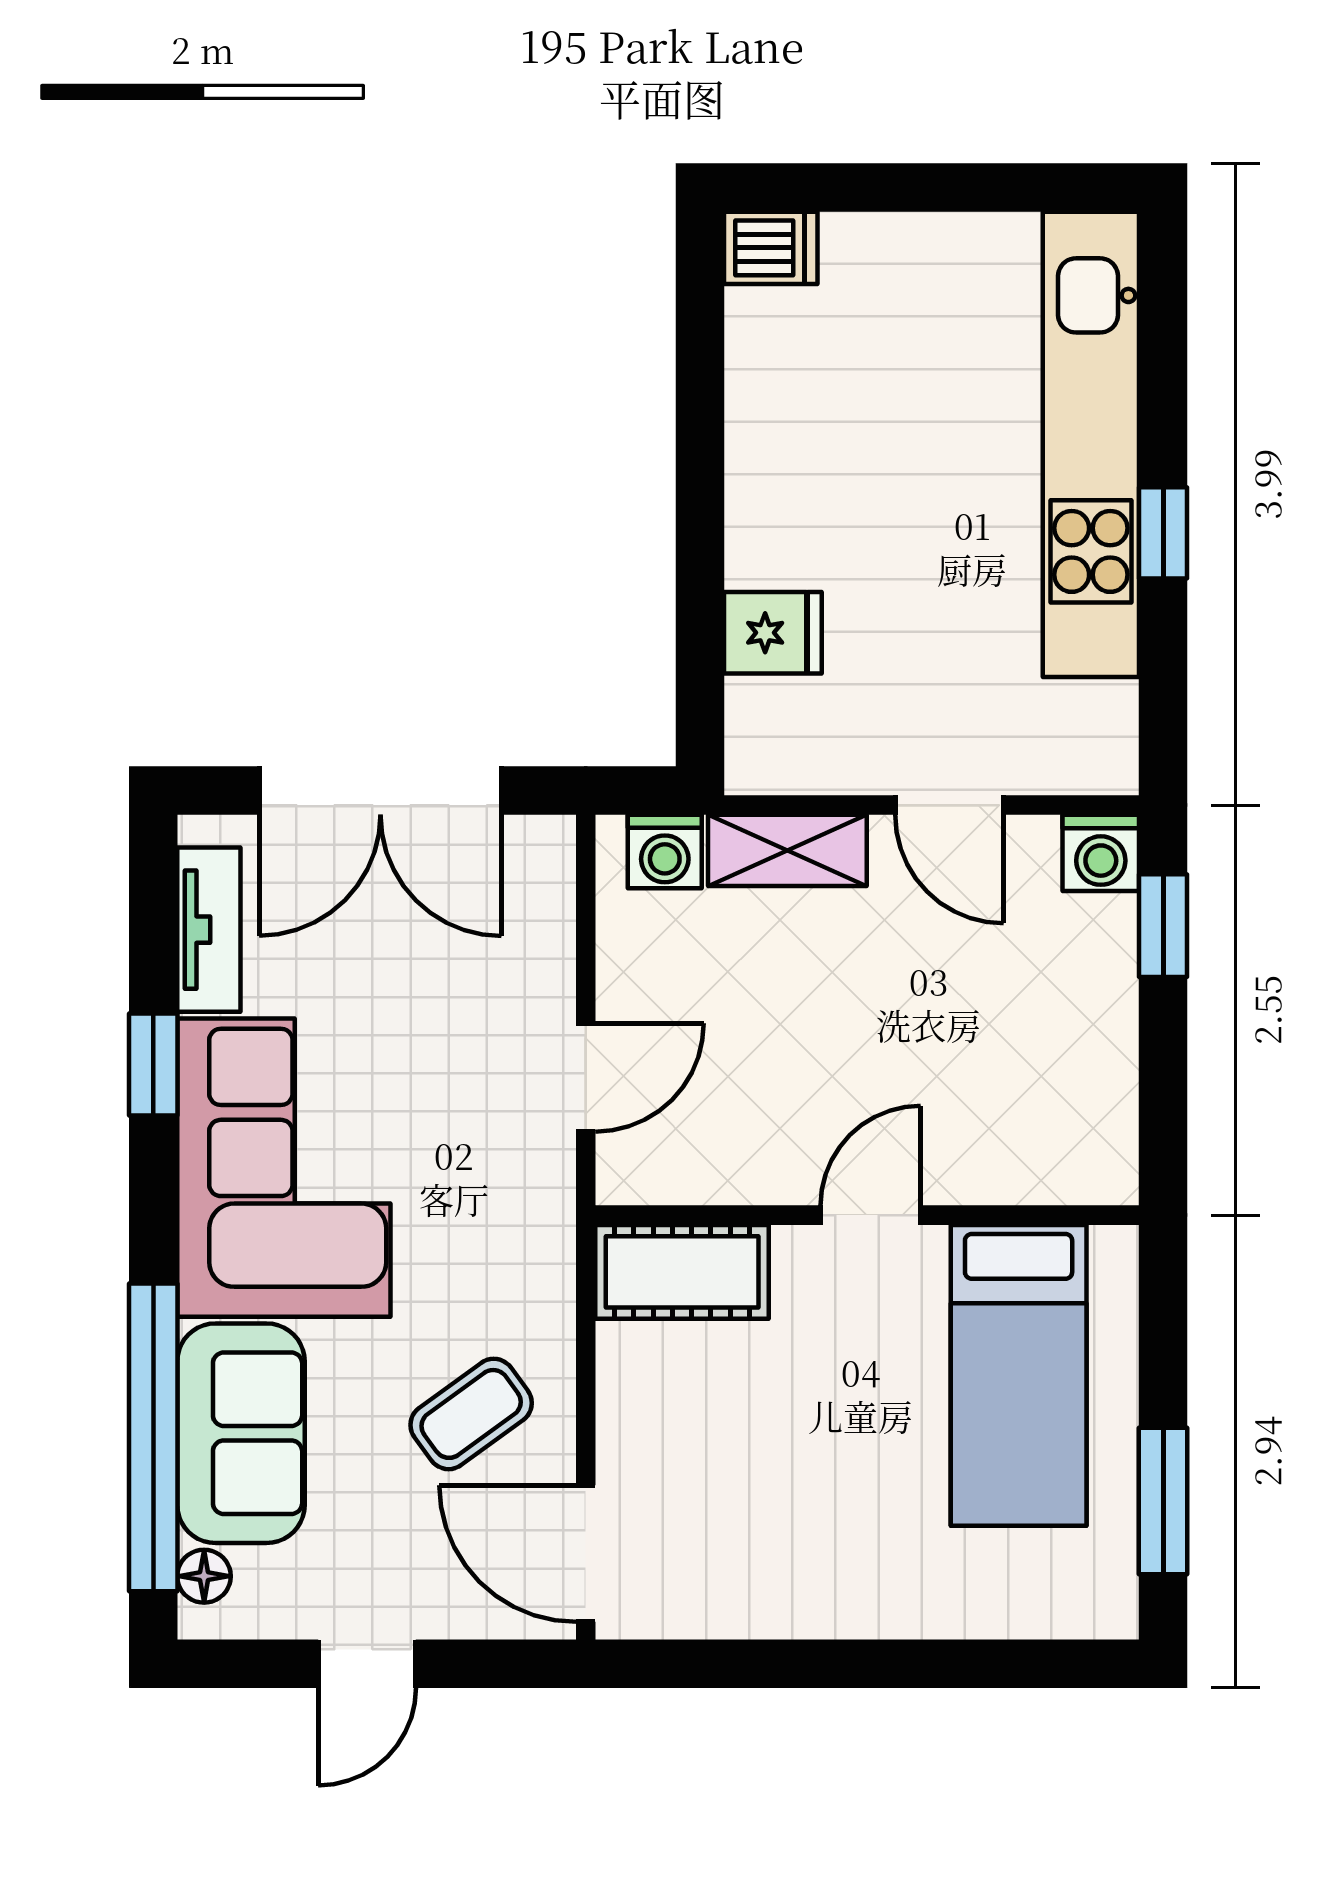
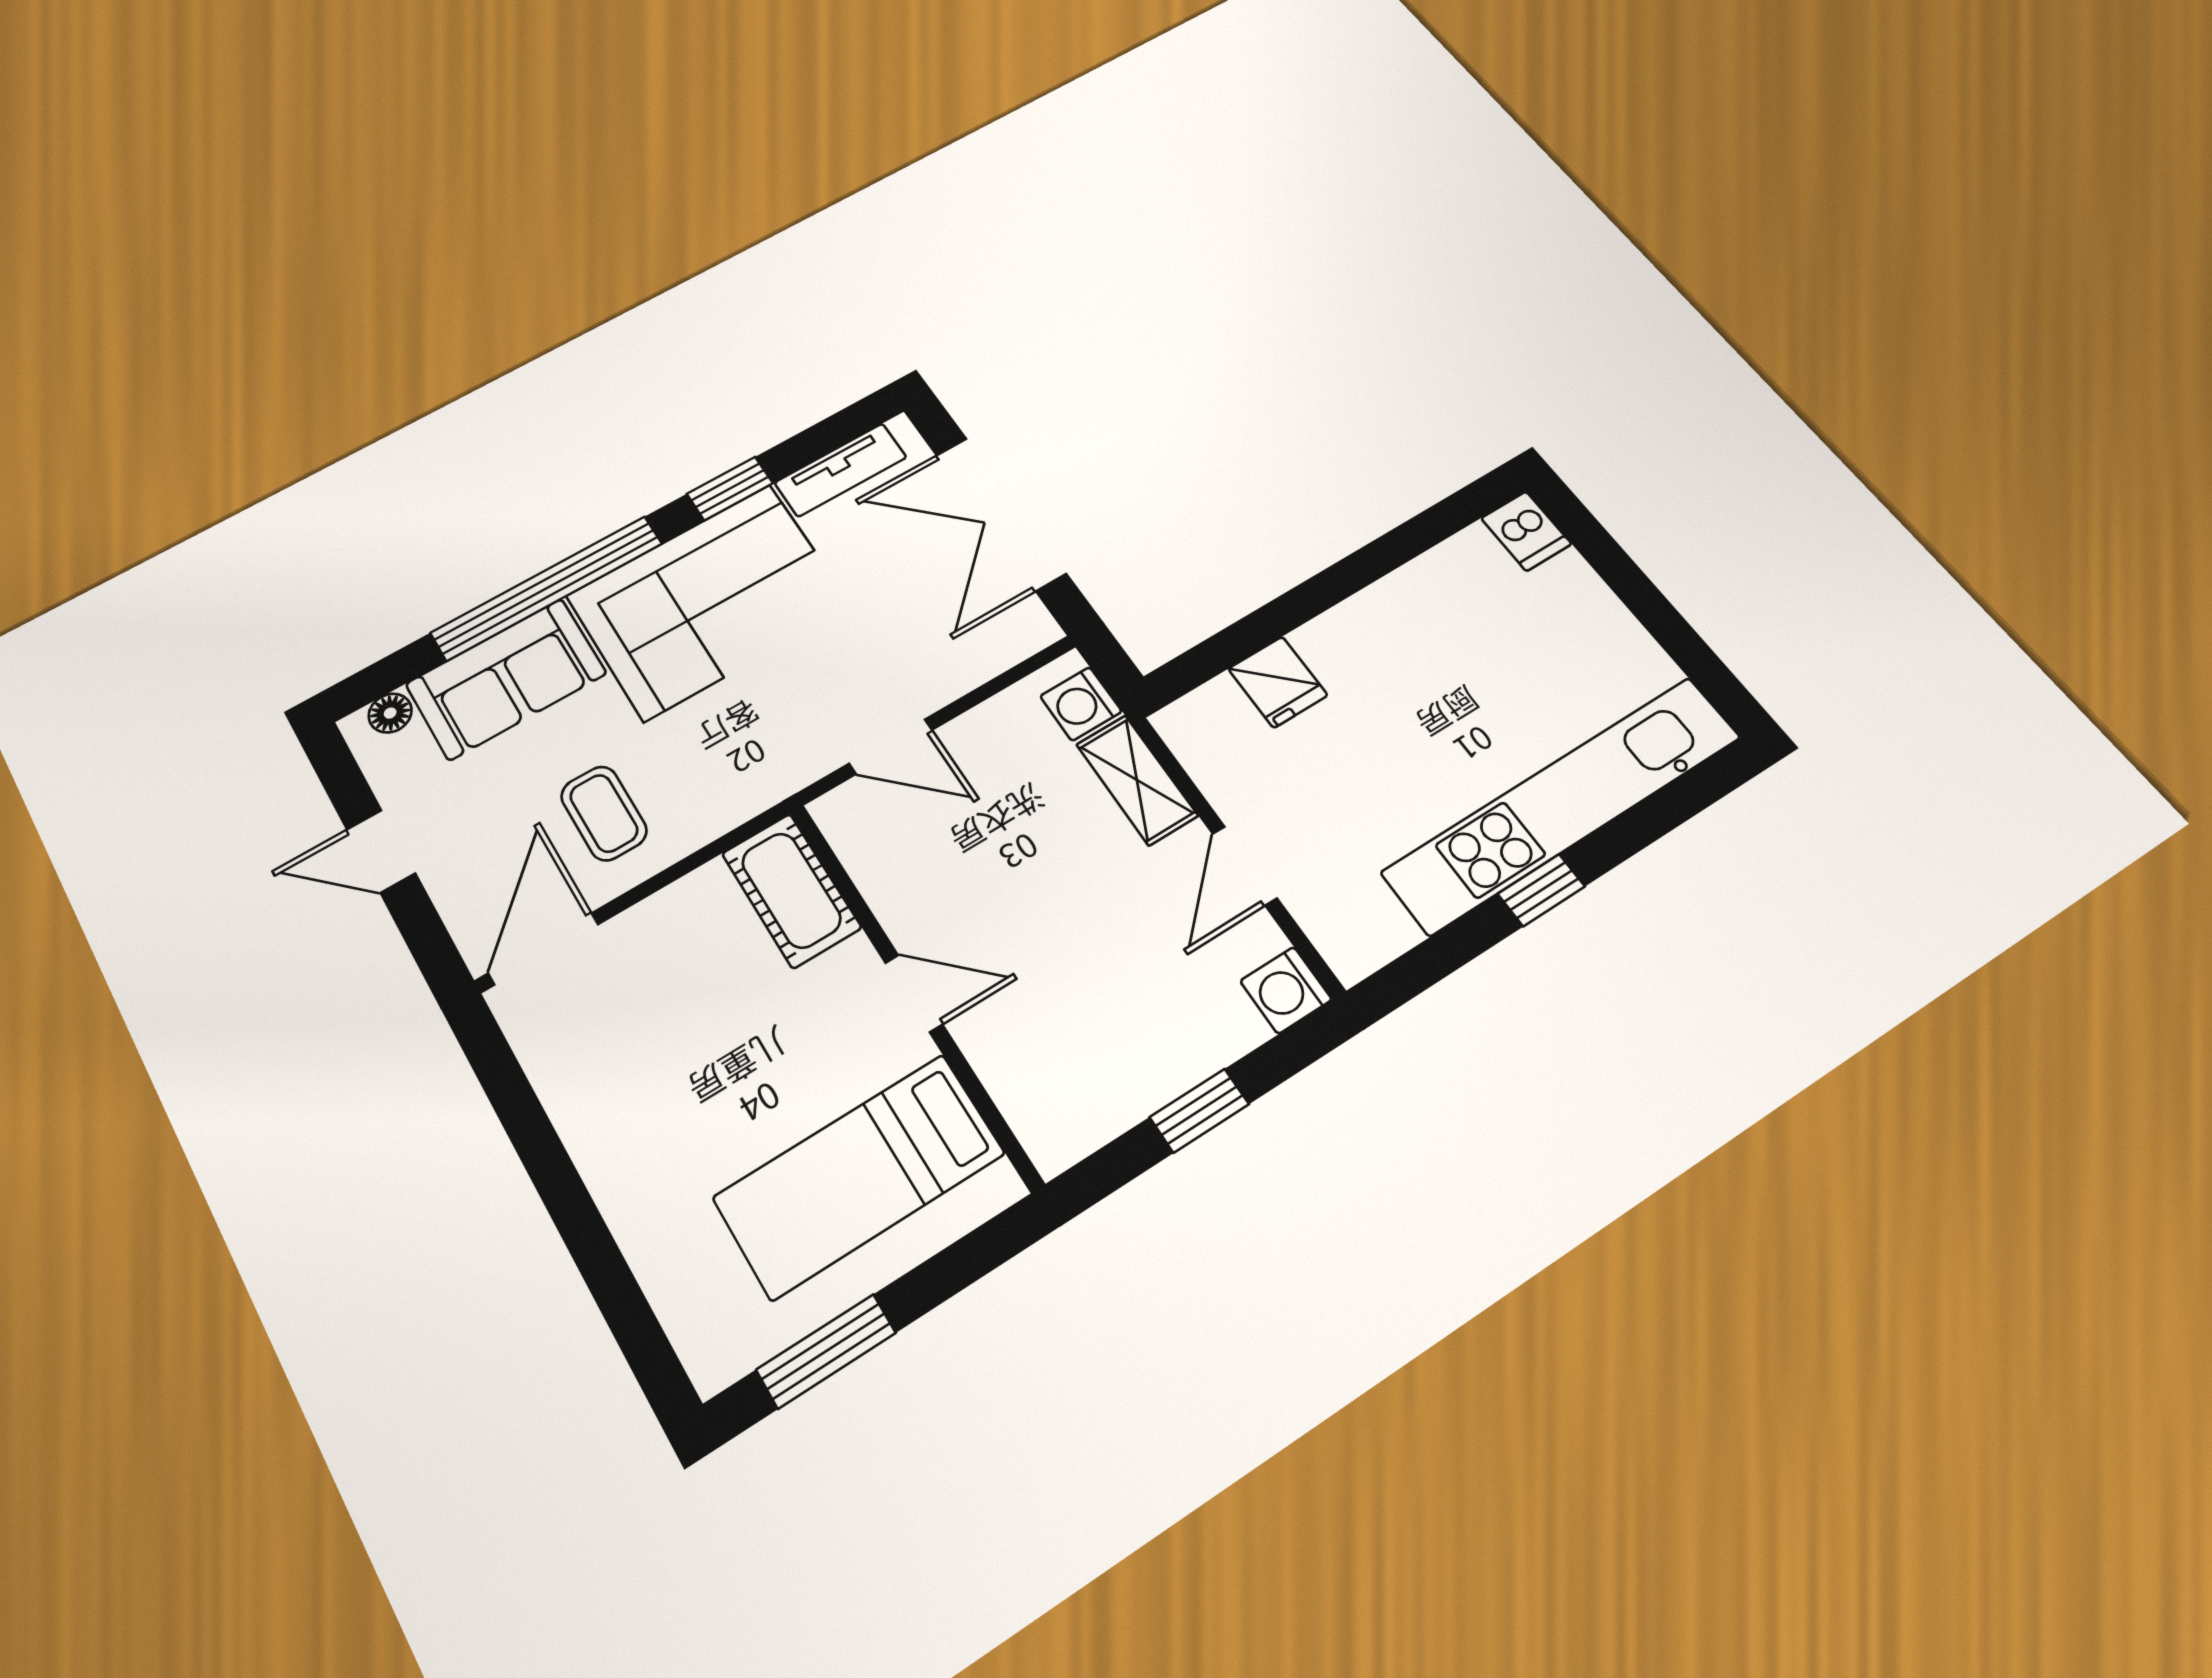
window: (1163, 926) -> (1199, 1111), moved
coffee table: (471, 1414) -> (604, 813), turned 36
window: (153, 1437) -> (547, 588), moved

